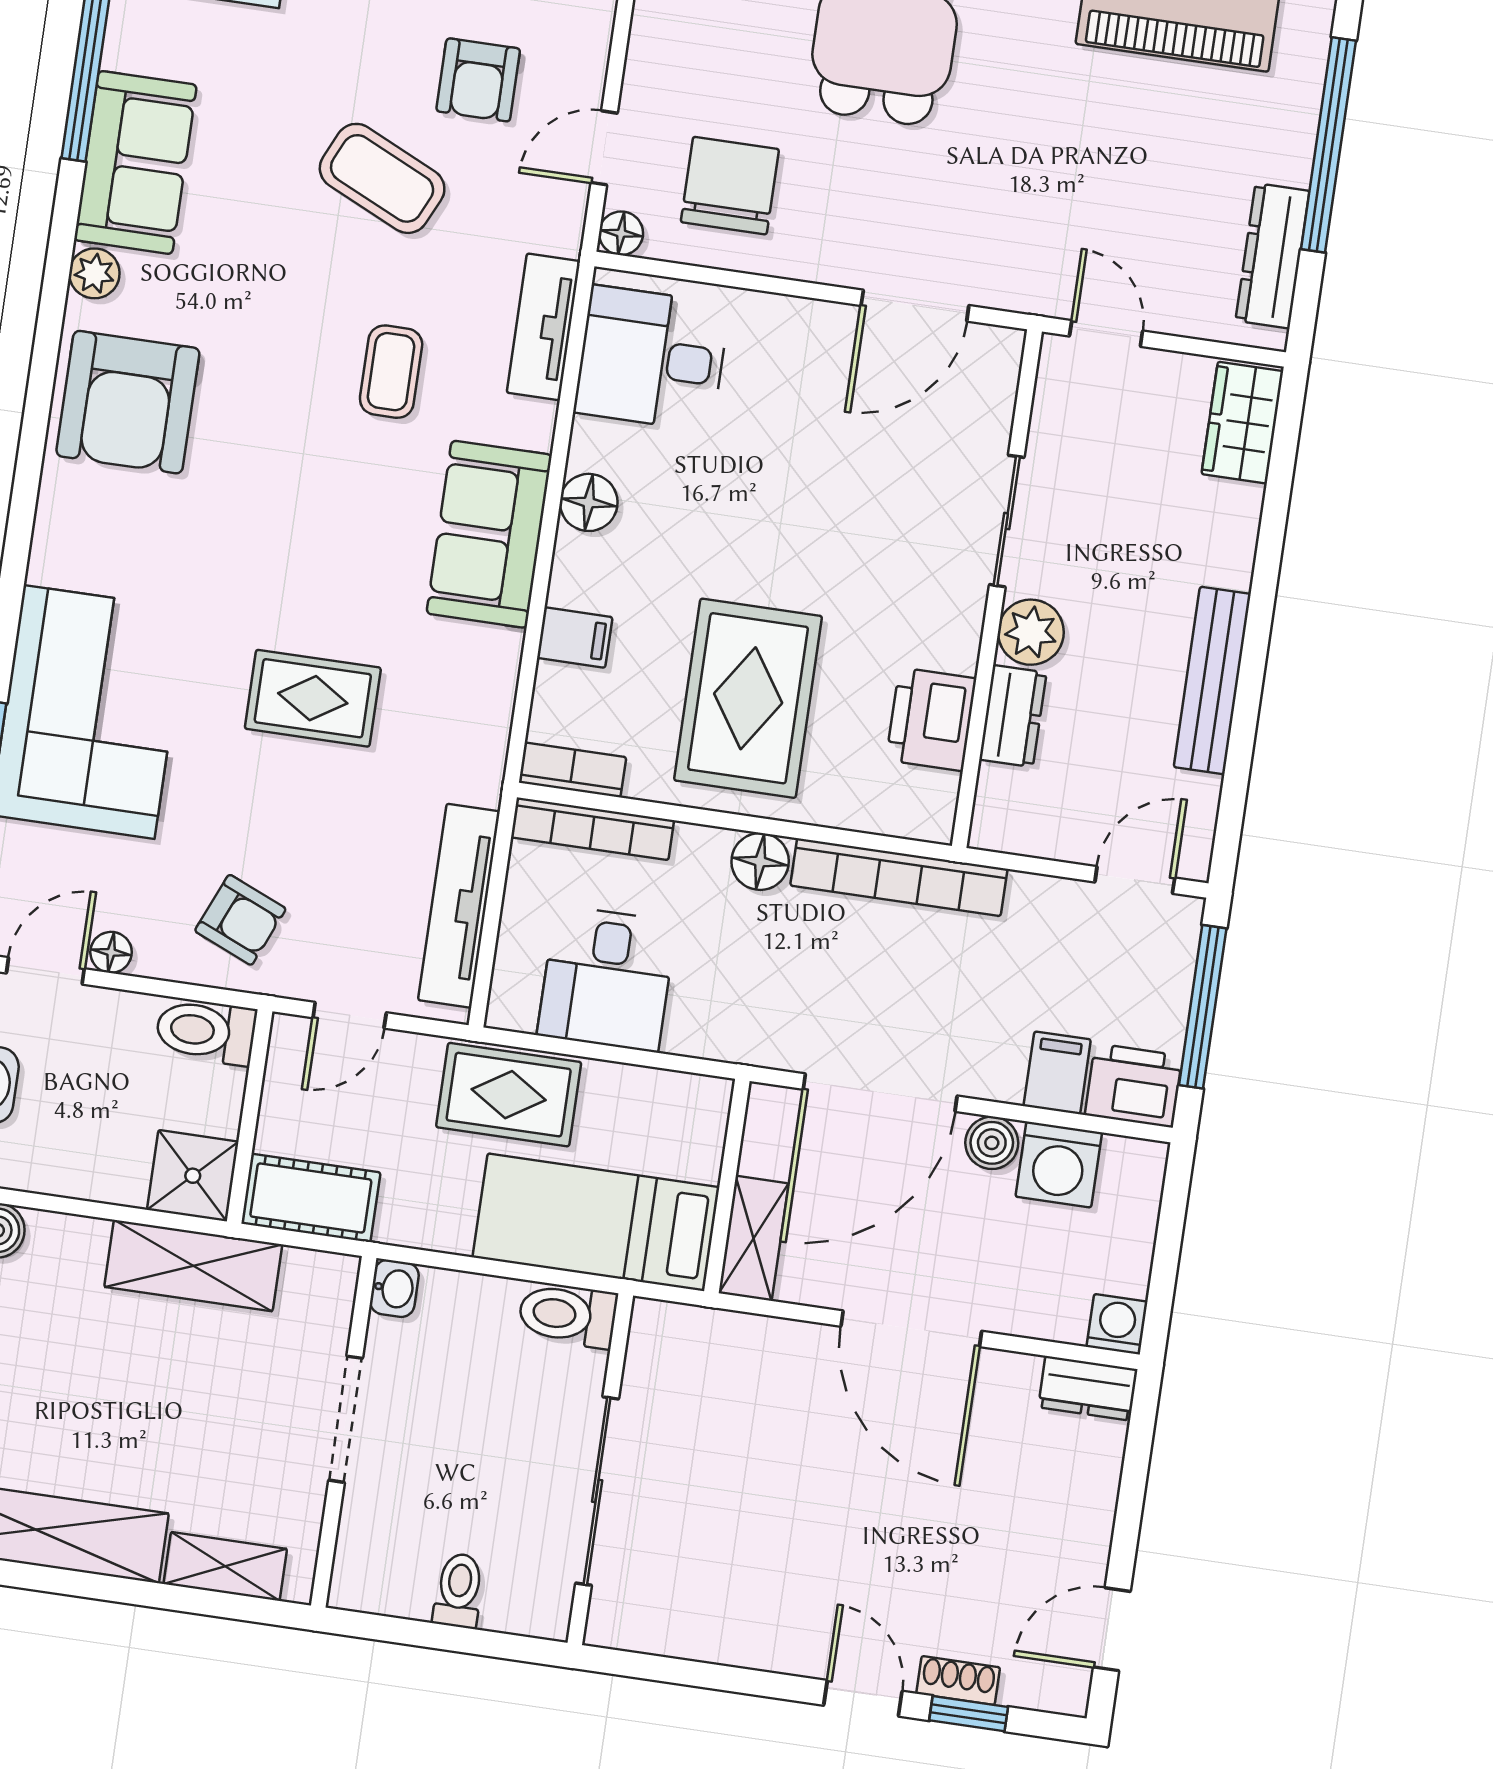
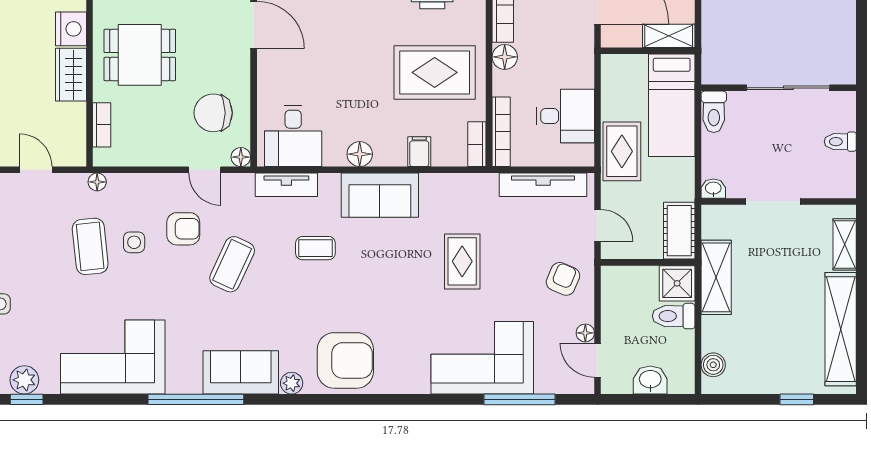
toilet: (206, 1031) -> (674, 316), moved, turned 90

